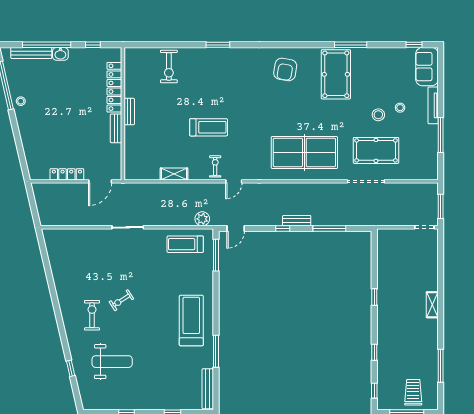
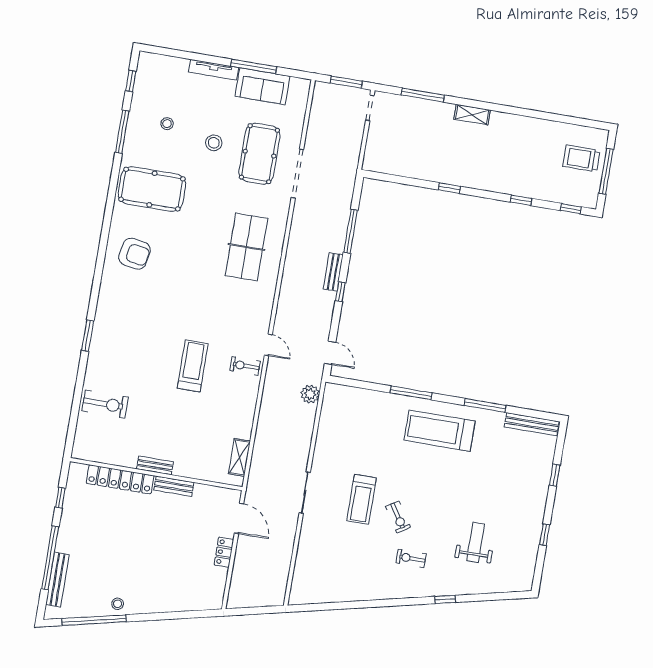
window: (351, 45) -> (122, 132), moved
washbasin: (60, 54) -> (65, 542), removed
sofa: (427, 67) -> (263, 86), moved
stool: (400, 108) -> (167, 124), moved
table tennis table: (304, 152) -> (246, 247), width x0.73, depth x0.76
locker: (67, 174) -> (224, 552), width x0.66
shelving: (174, 174) -> (239, 457), moved
treadmill: (185, 244) -> (362, 499), moved
window: (216, 255) -> (411, 393), moved
exercise bike: (92, 315) -> (411, 558), width x0.73, depth x0.72
weight bench: (112, 362) -> (476, 542), width x0.73, depth x0.75
window: (441, 366) -> (423, 95), moved
window: (71, 368) -> (445, 599), moved

